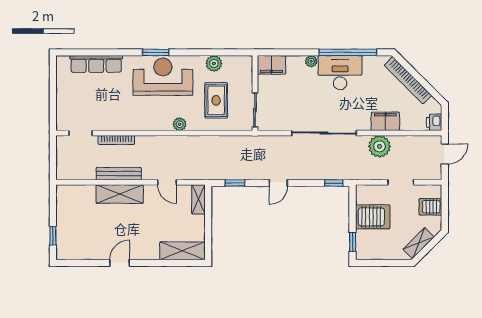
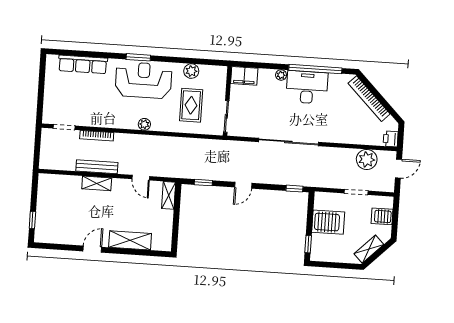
filing cabinet: (385, 121) -> (346, 135), removed
plant: (180, 124) -> (144, 124), moved
plant: (379, 146) -> (367, 159), moved
shelving: (120, 194) -> (97, 183), width x0.67, depth x0.75
shelving: (182, 251) -> (130, 240), moved

